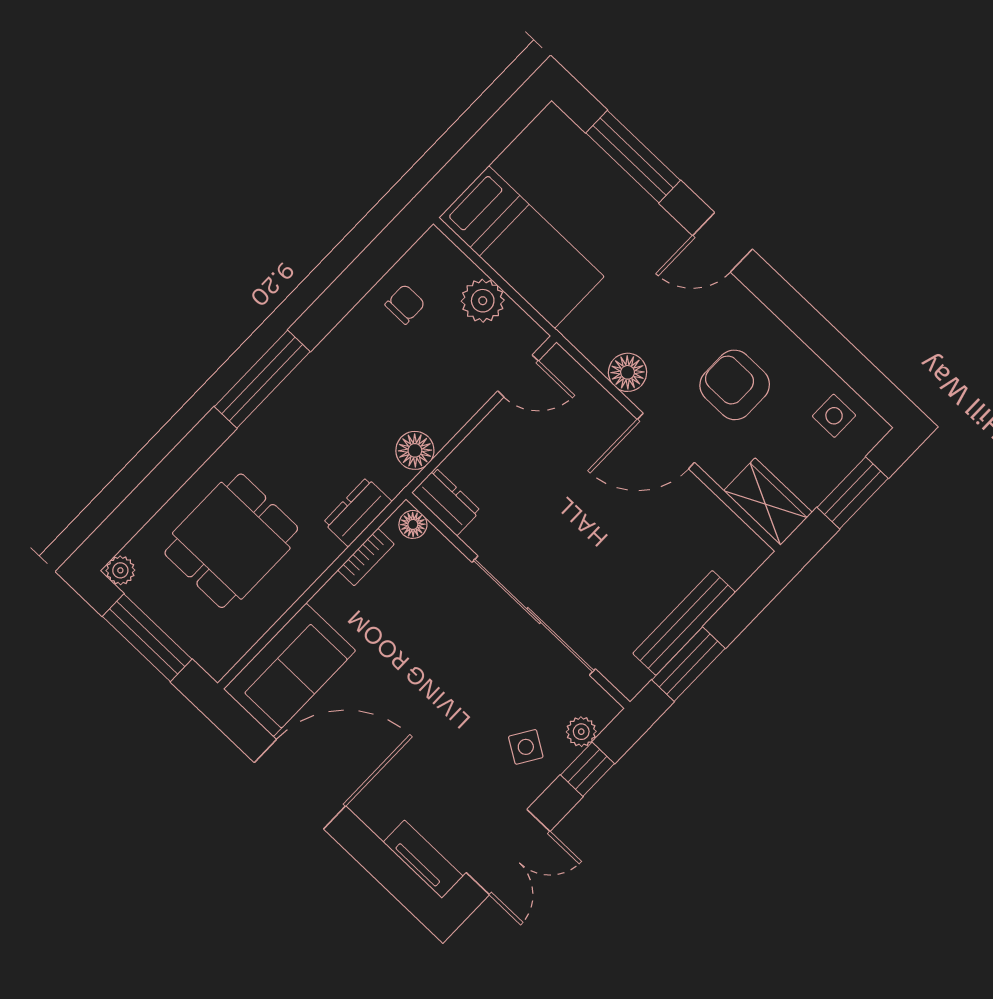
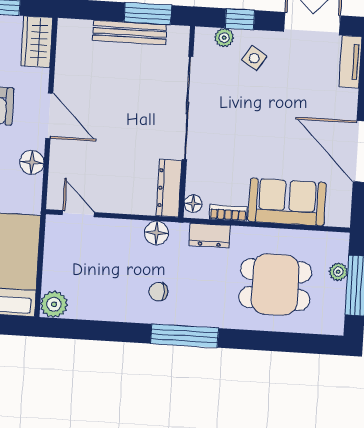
plant: (483, 301) -> (54, 304), moved
chair: (405, 304) -> (158, 292), moved
dresser: (446, 502) -> (169, 188), width x1.44
plant: (120, 570) -> (338, 272), moved
sofa: (290, 670) -> (287, 202), moved

